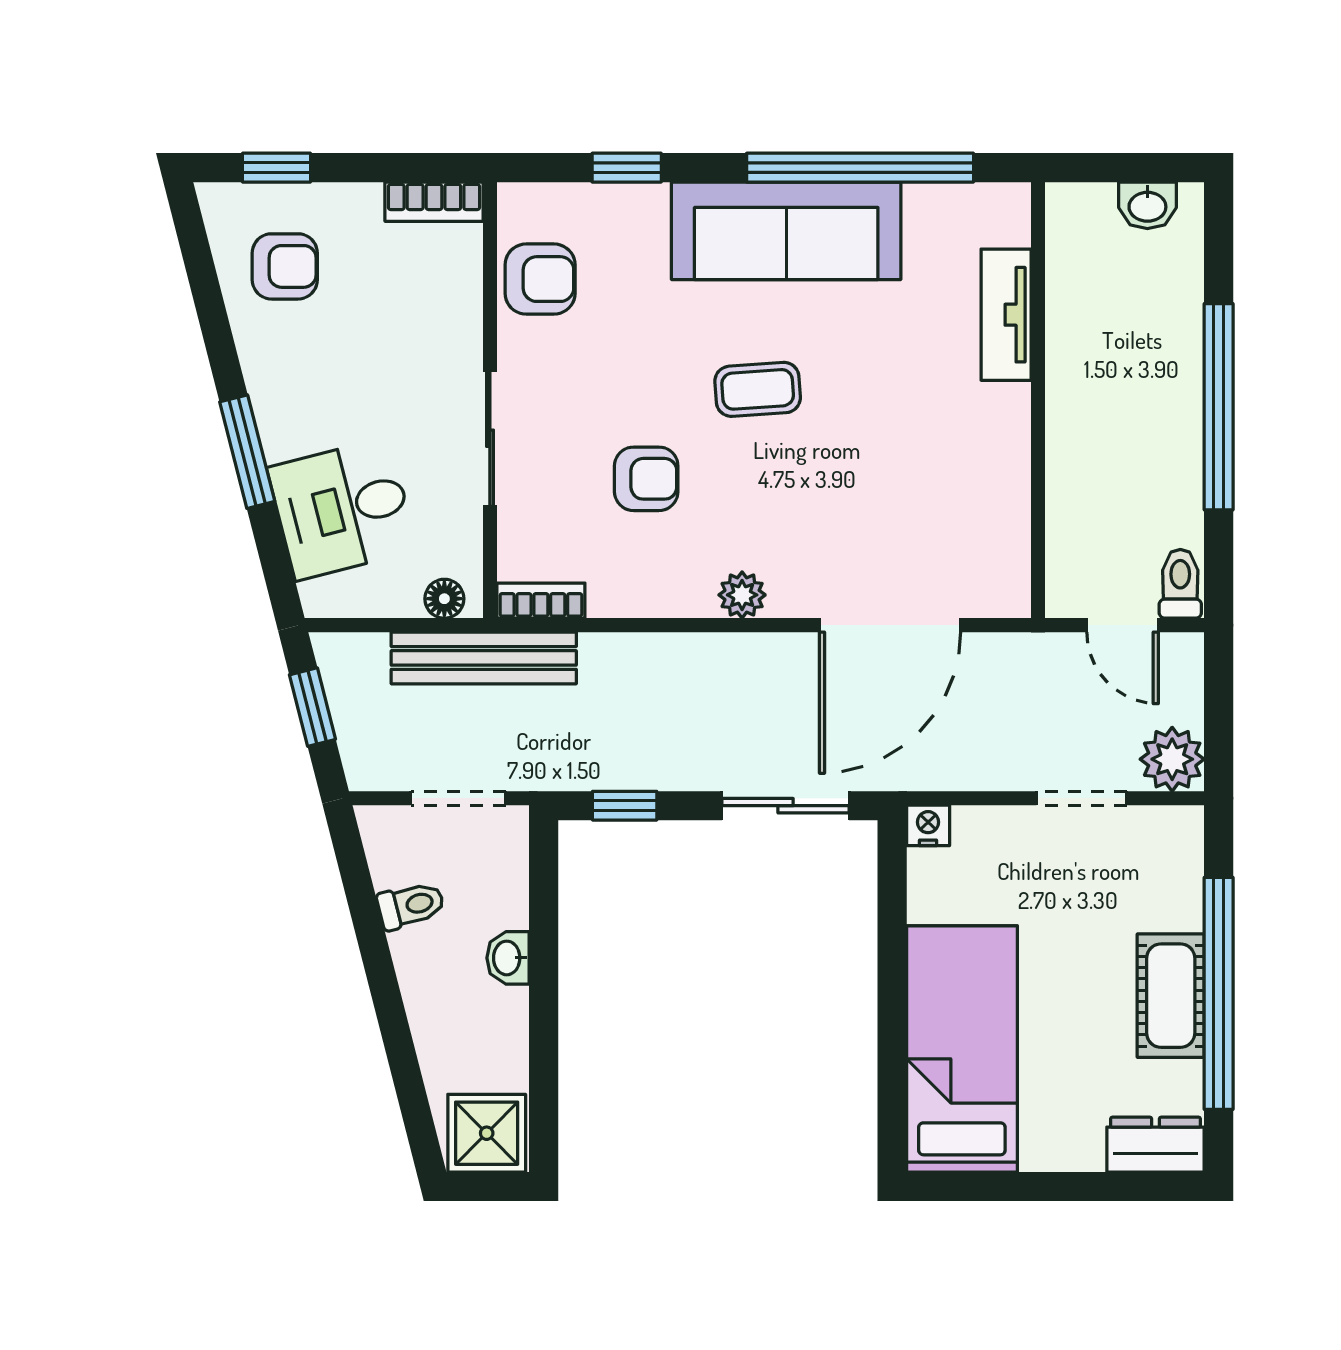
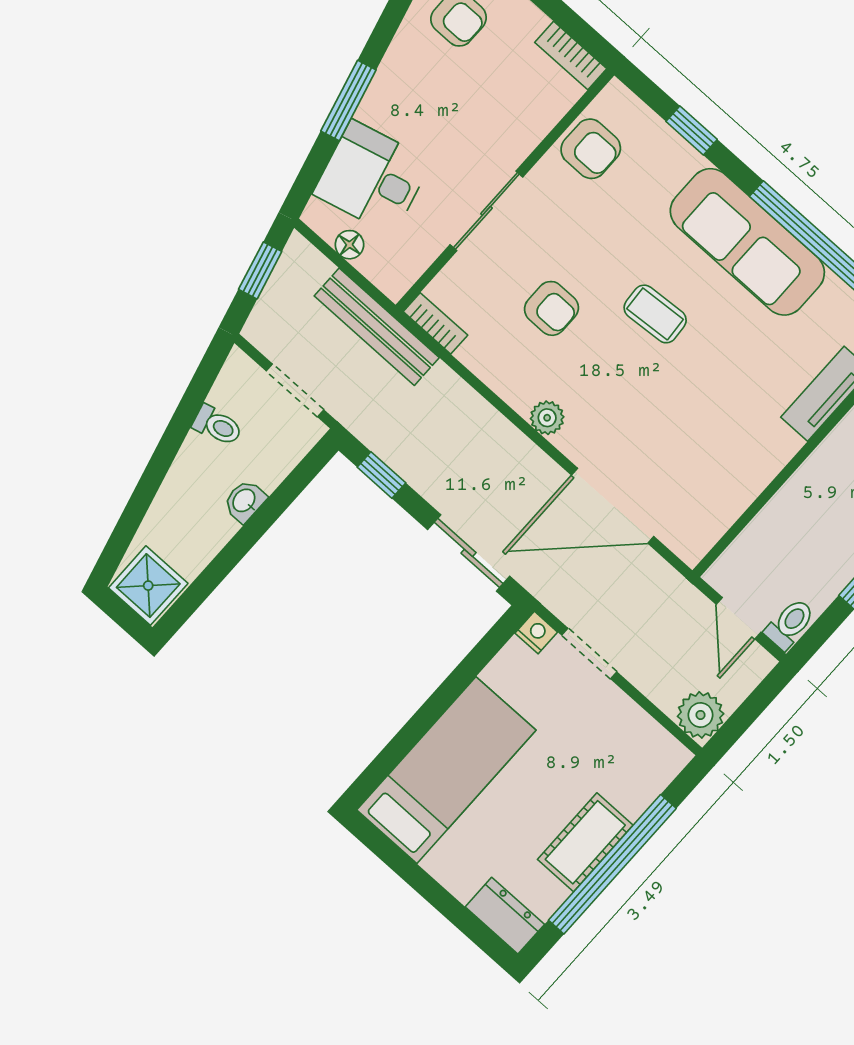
floor lamp: (444, 599) -> (349, 245), moved
doorway: (1082, 798) -> (589, 653), moved

